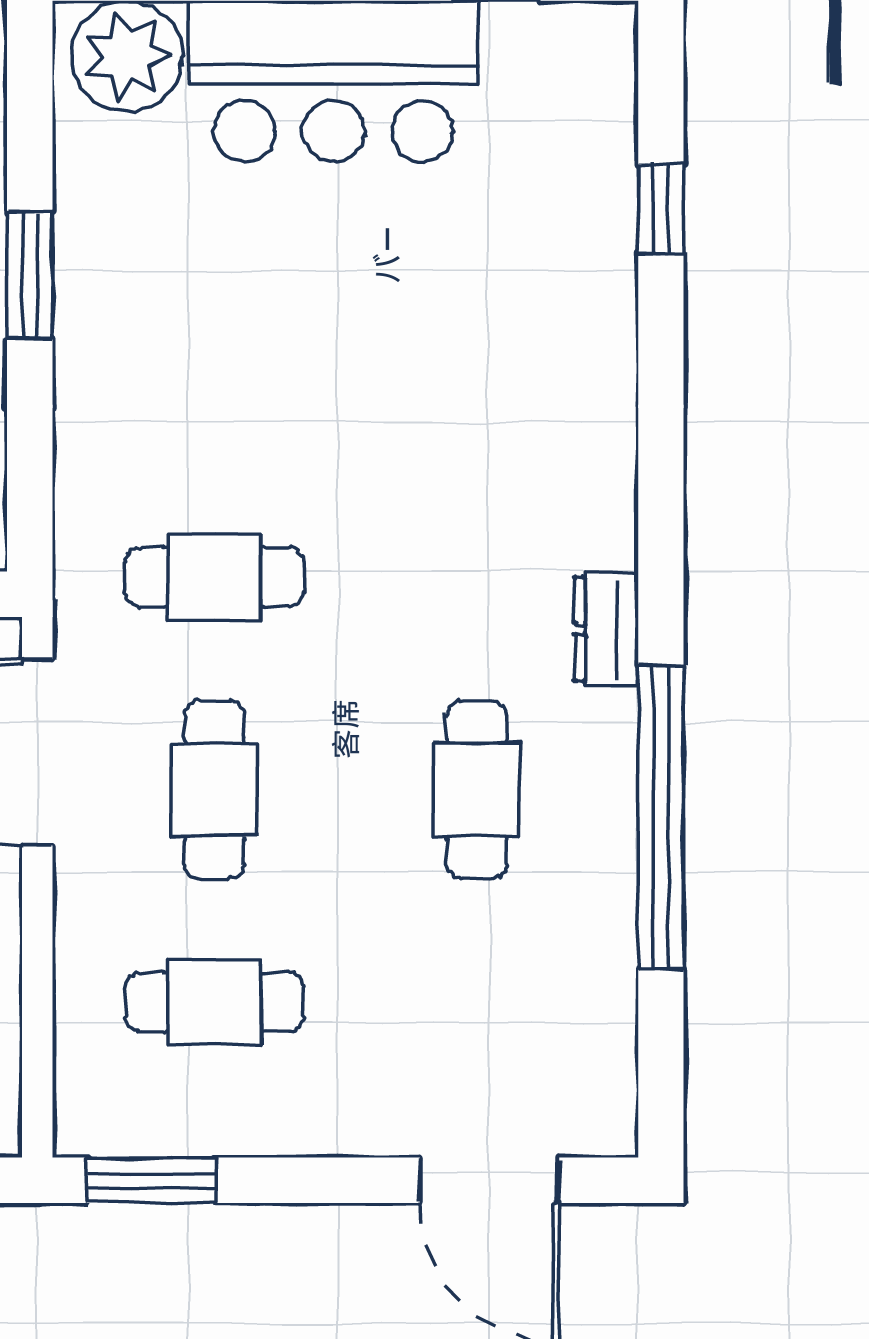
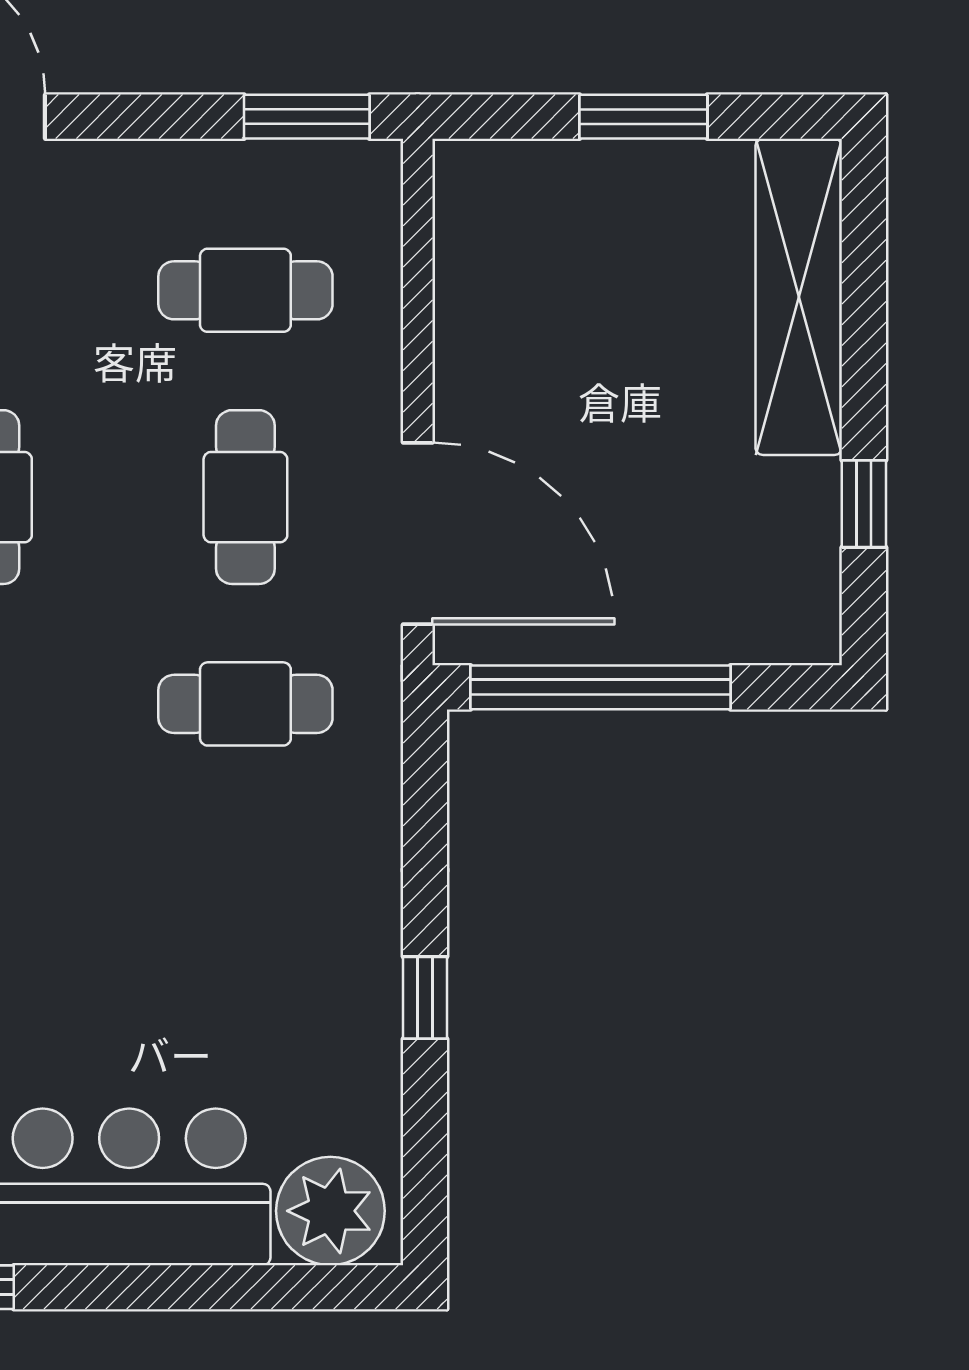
window: (30, 275) -> (425, 998), width x0.67

